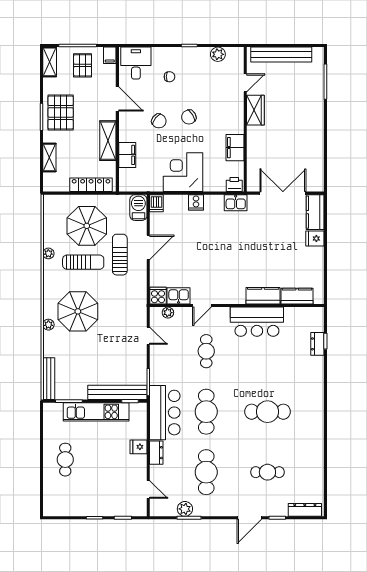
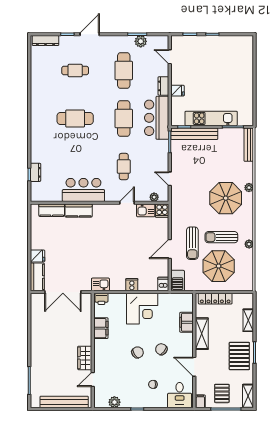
cafe table: (65, 460) -> (236, 80), removed

